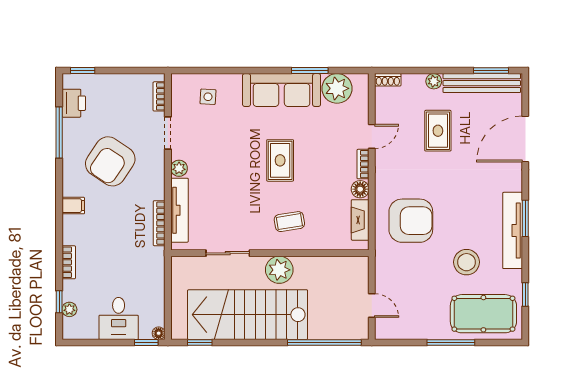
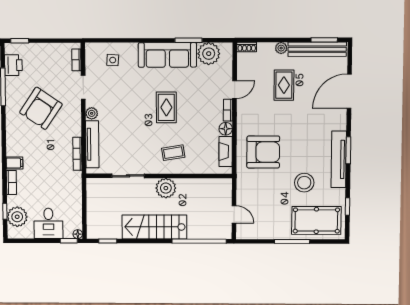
filing cabinet: (73, 206) -> (15, 163), moved
plant: (69, 309) -> (17, 217), width x1.88, depth x1.88
stairs: (248, 315) -> (154, 227), width x0.73, depth x0.66

